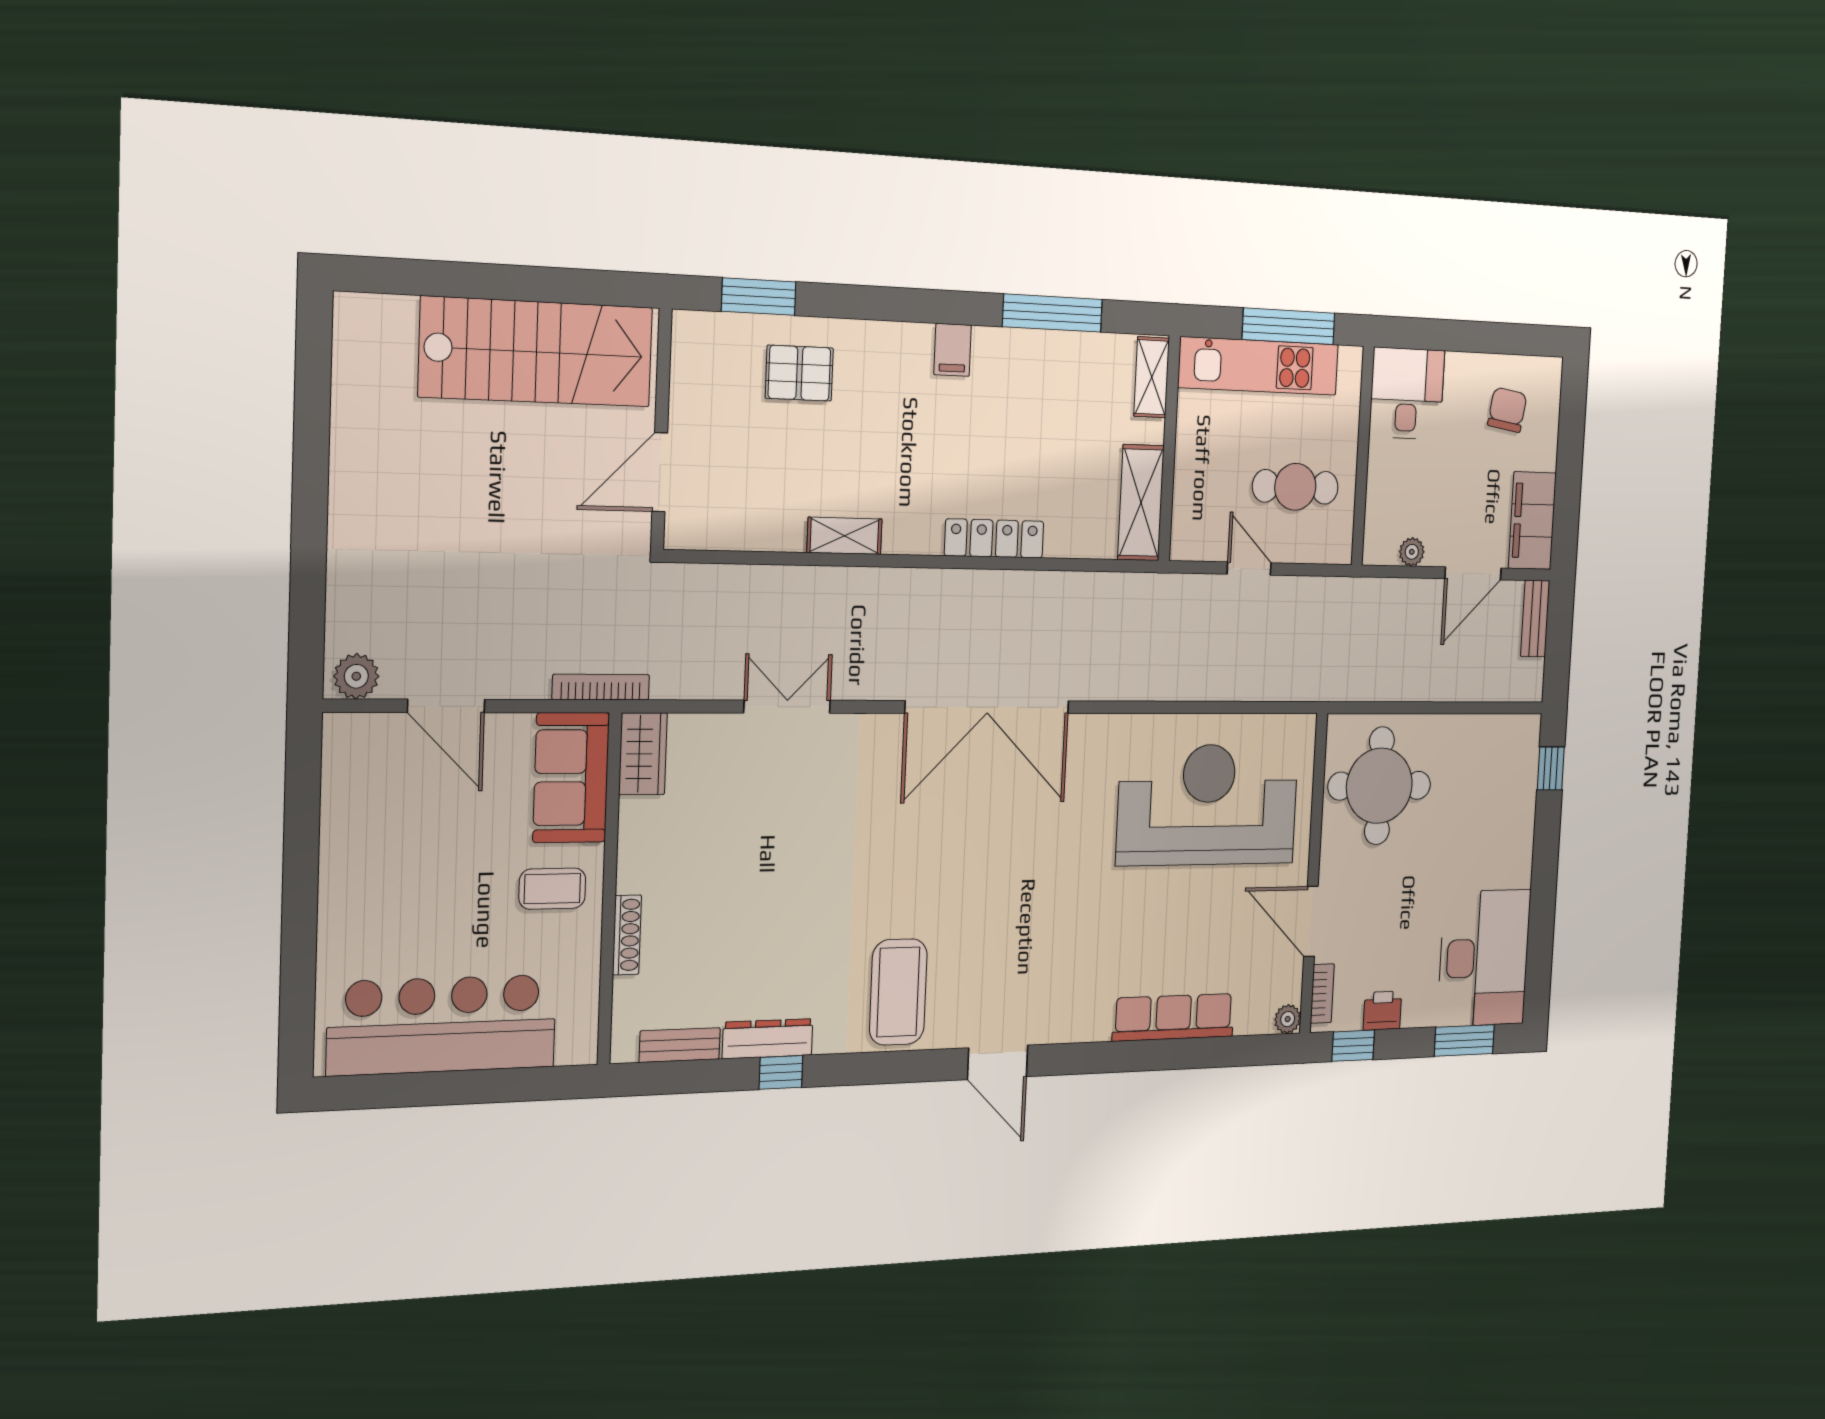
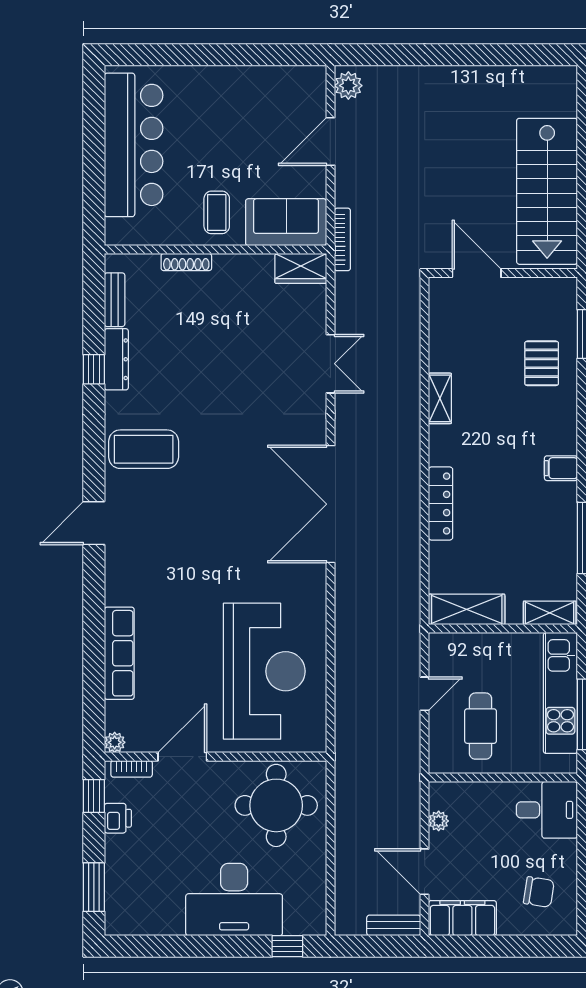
desk: (1484, 958) -> (234, 900), moved

